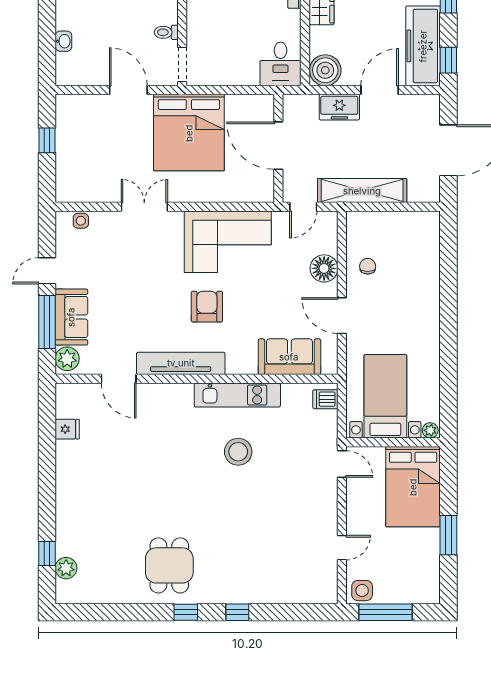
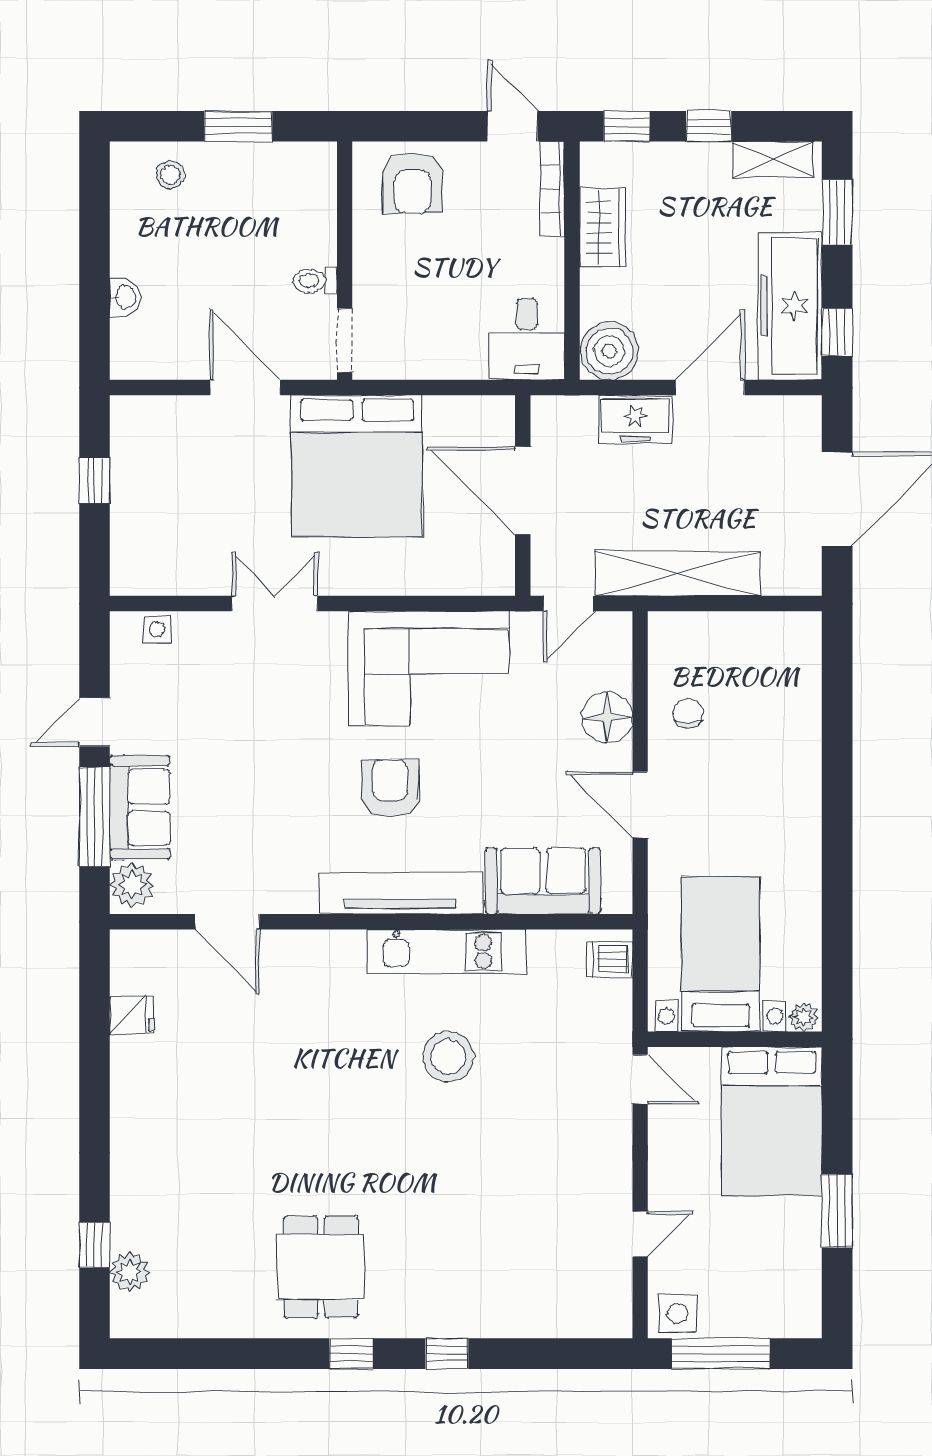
tv unit: (181, 363) -> (401, 893), moved

